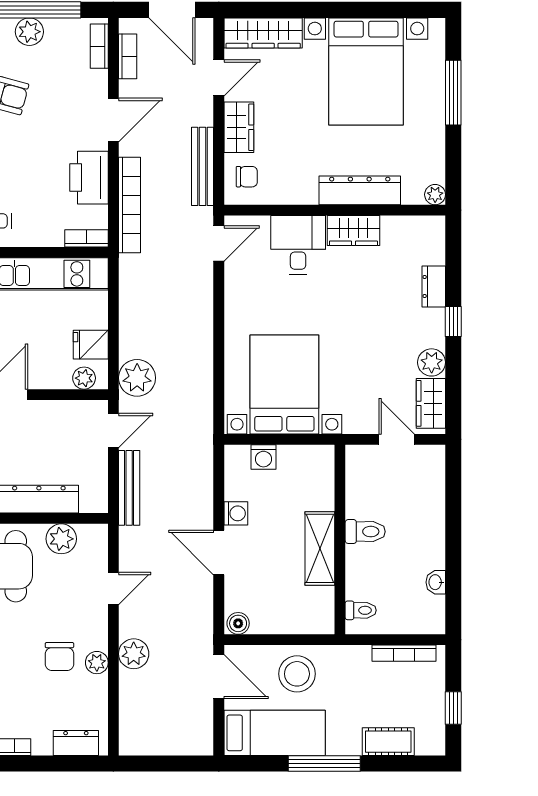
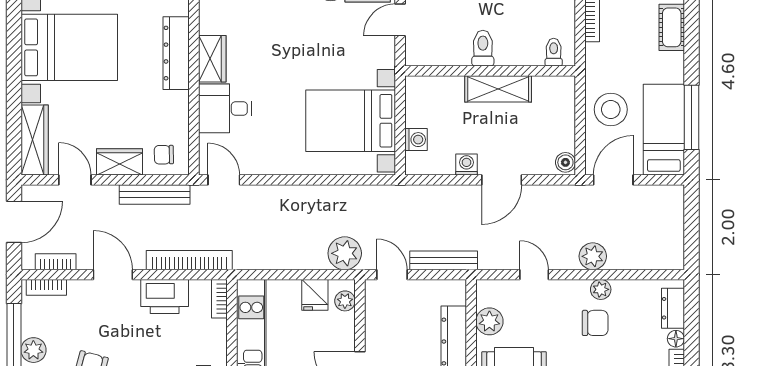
chair: (247, 177) -> (164, 155), turned -91
floor lamp: (42, 746) -> (676, 339), added
window: (324, 764) -> (691, 117), moved

